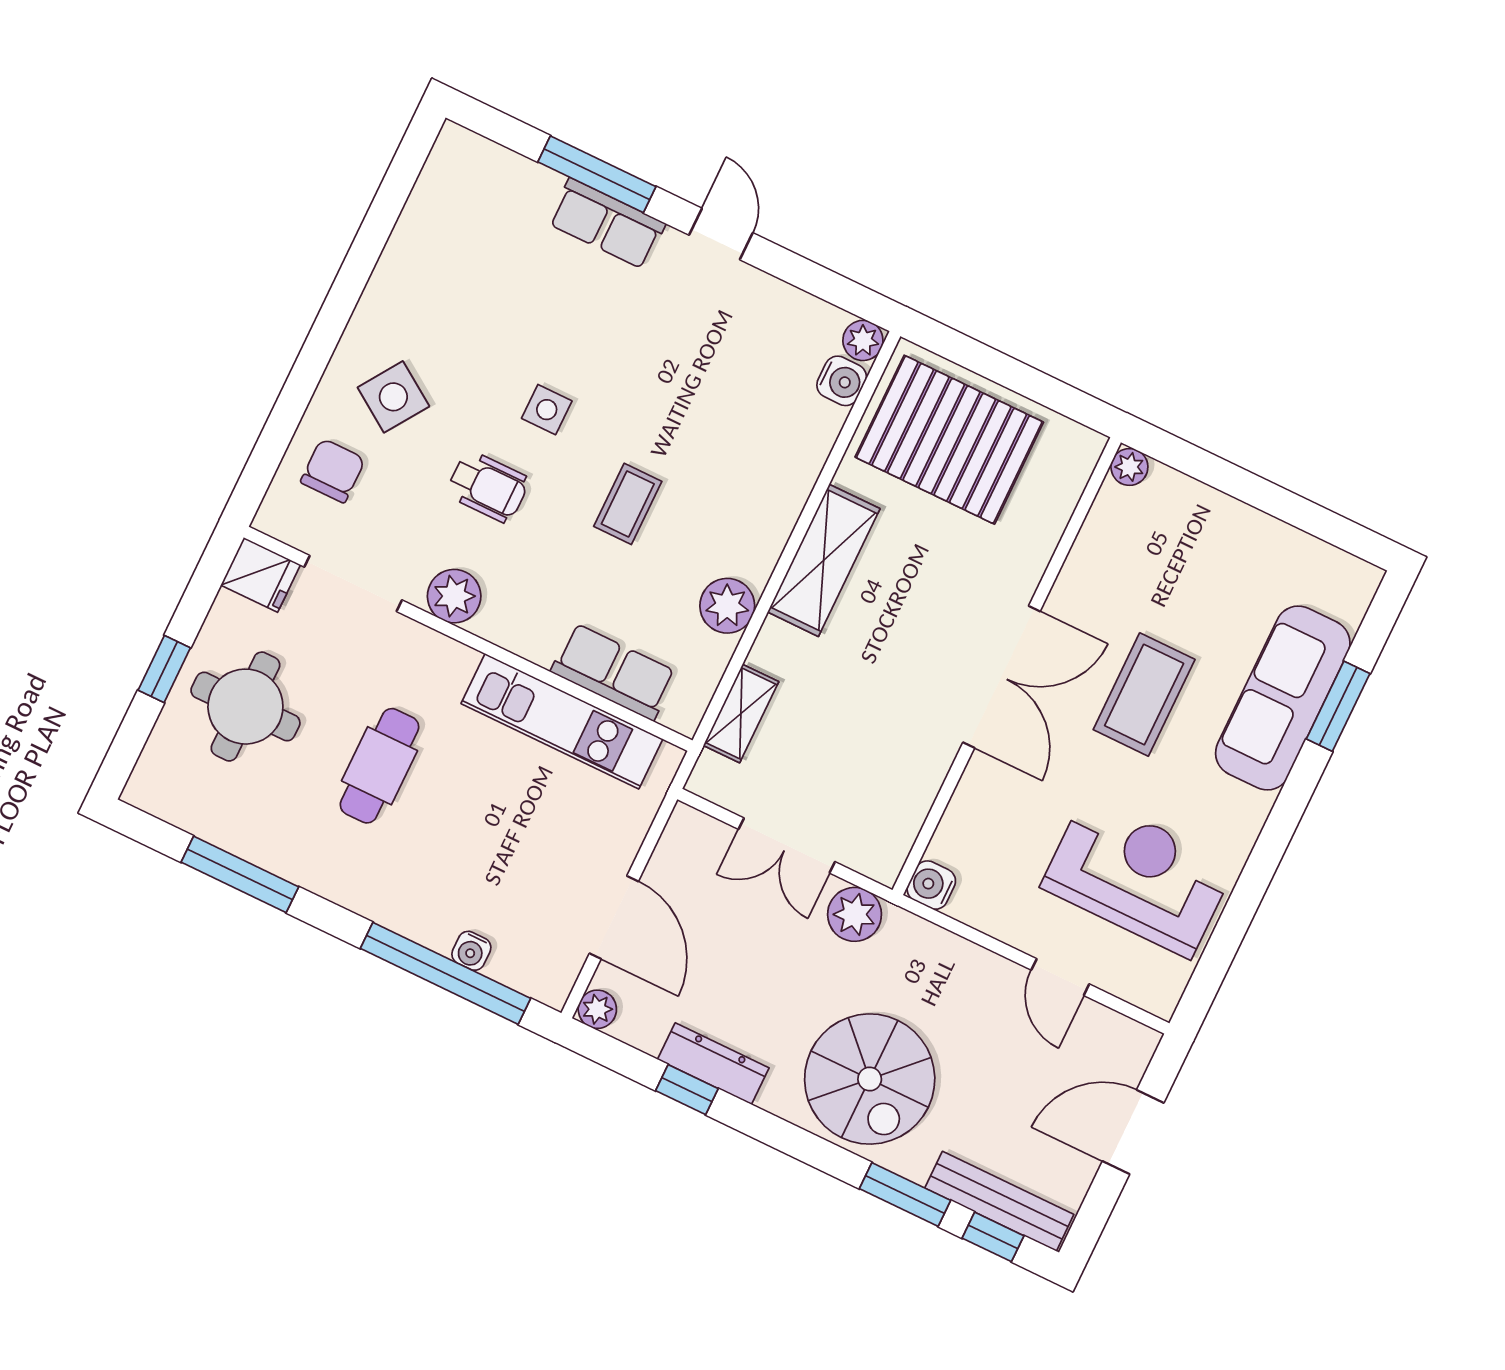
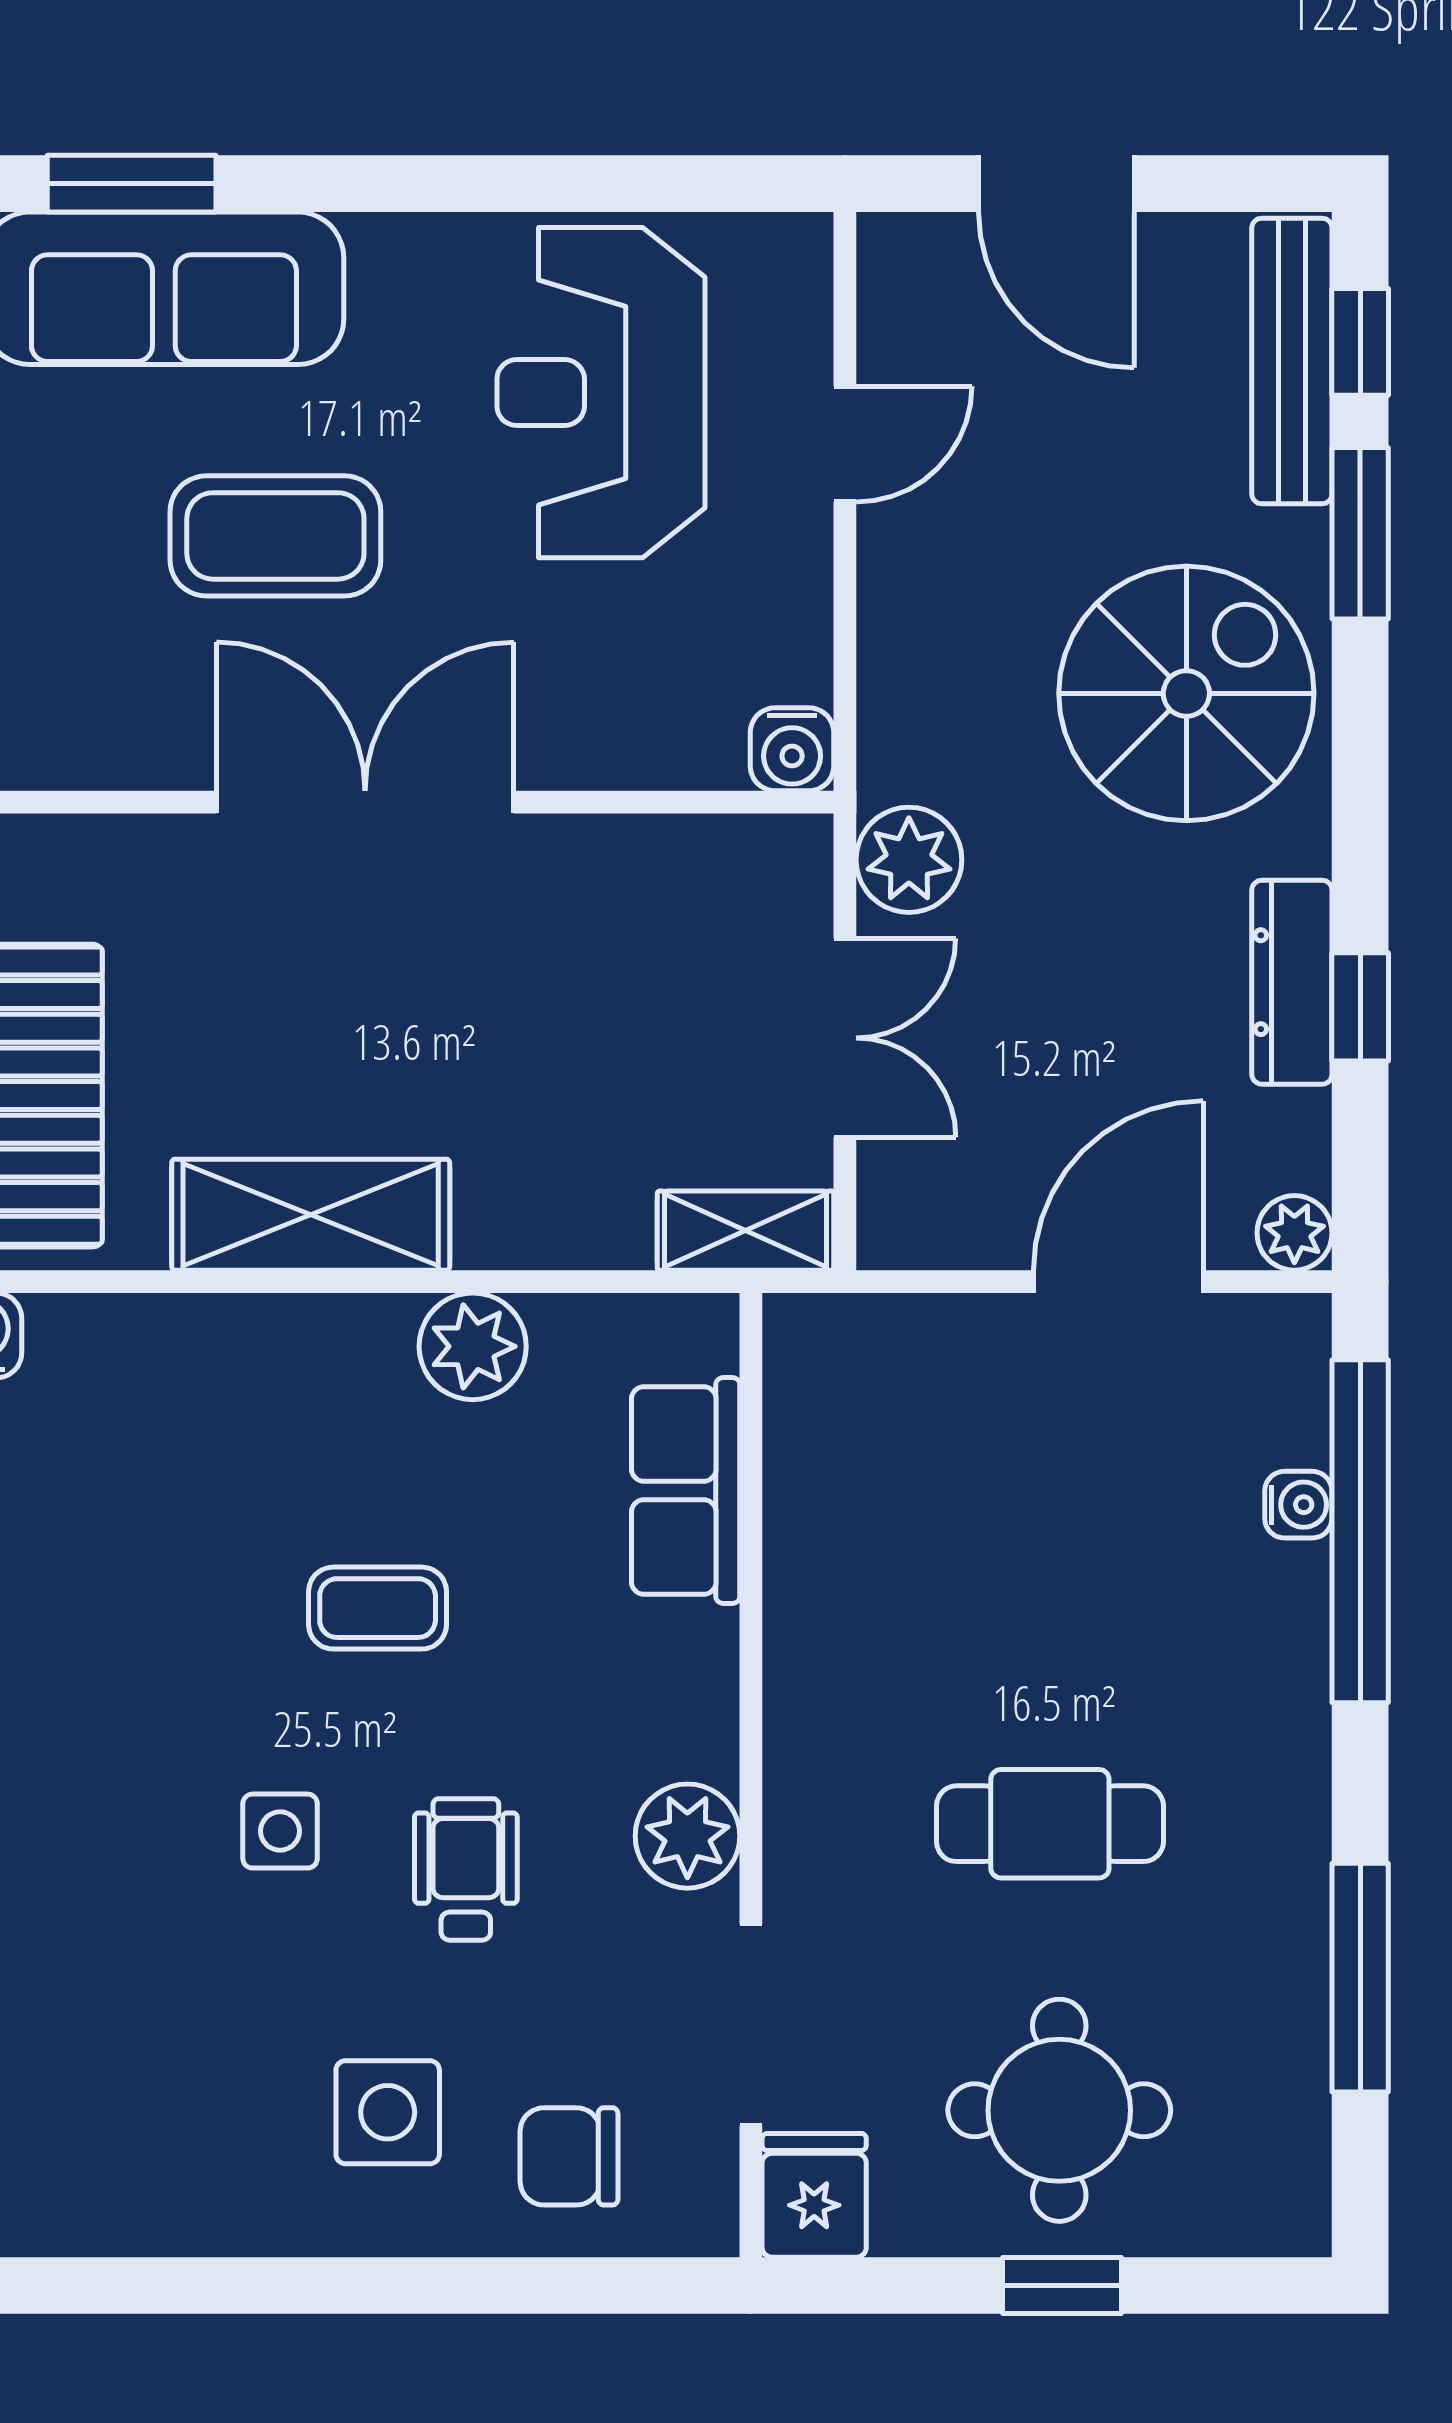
side table: (393, 397) -> (388, 2112), turned -34
shelving: (741, 713) -> (746, 1231), moved
kitchen unit: (562, 721) -> (817, 1540), removed

